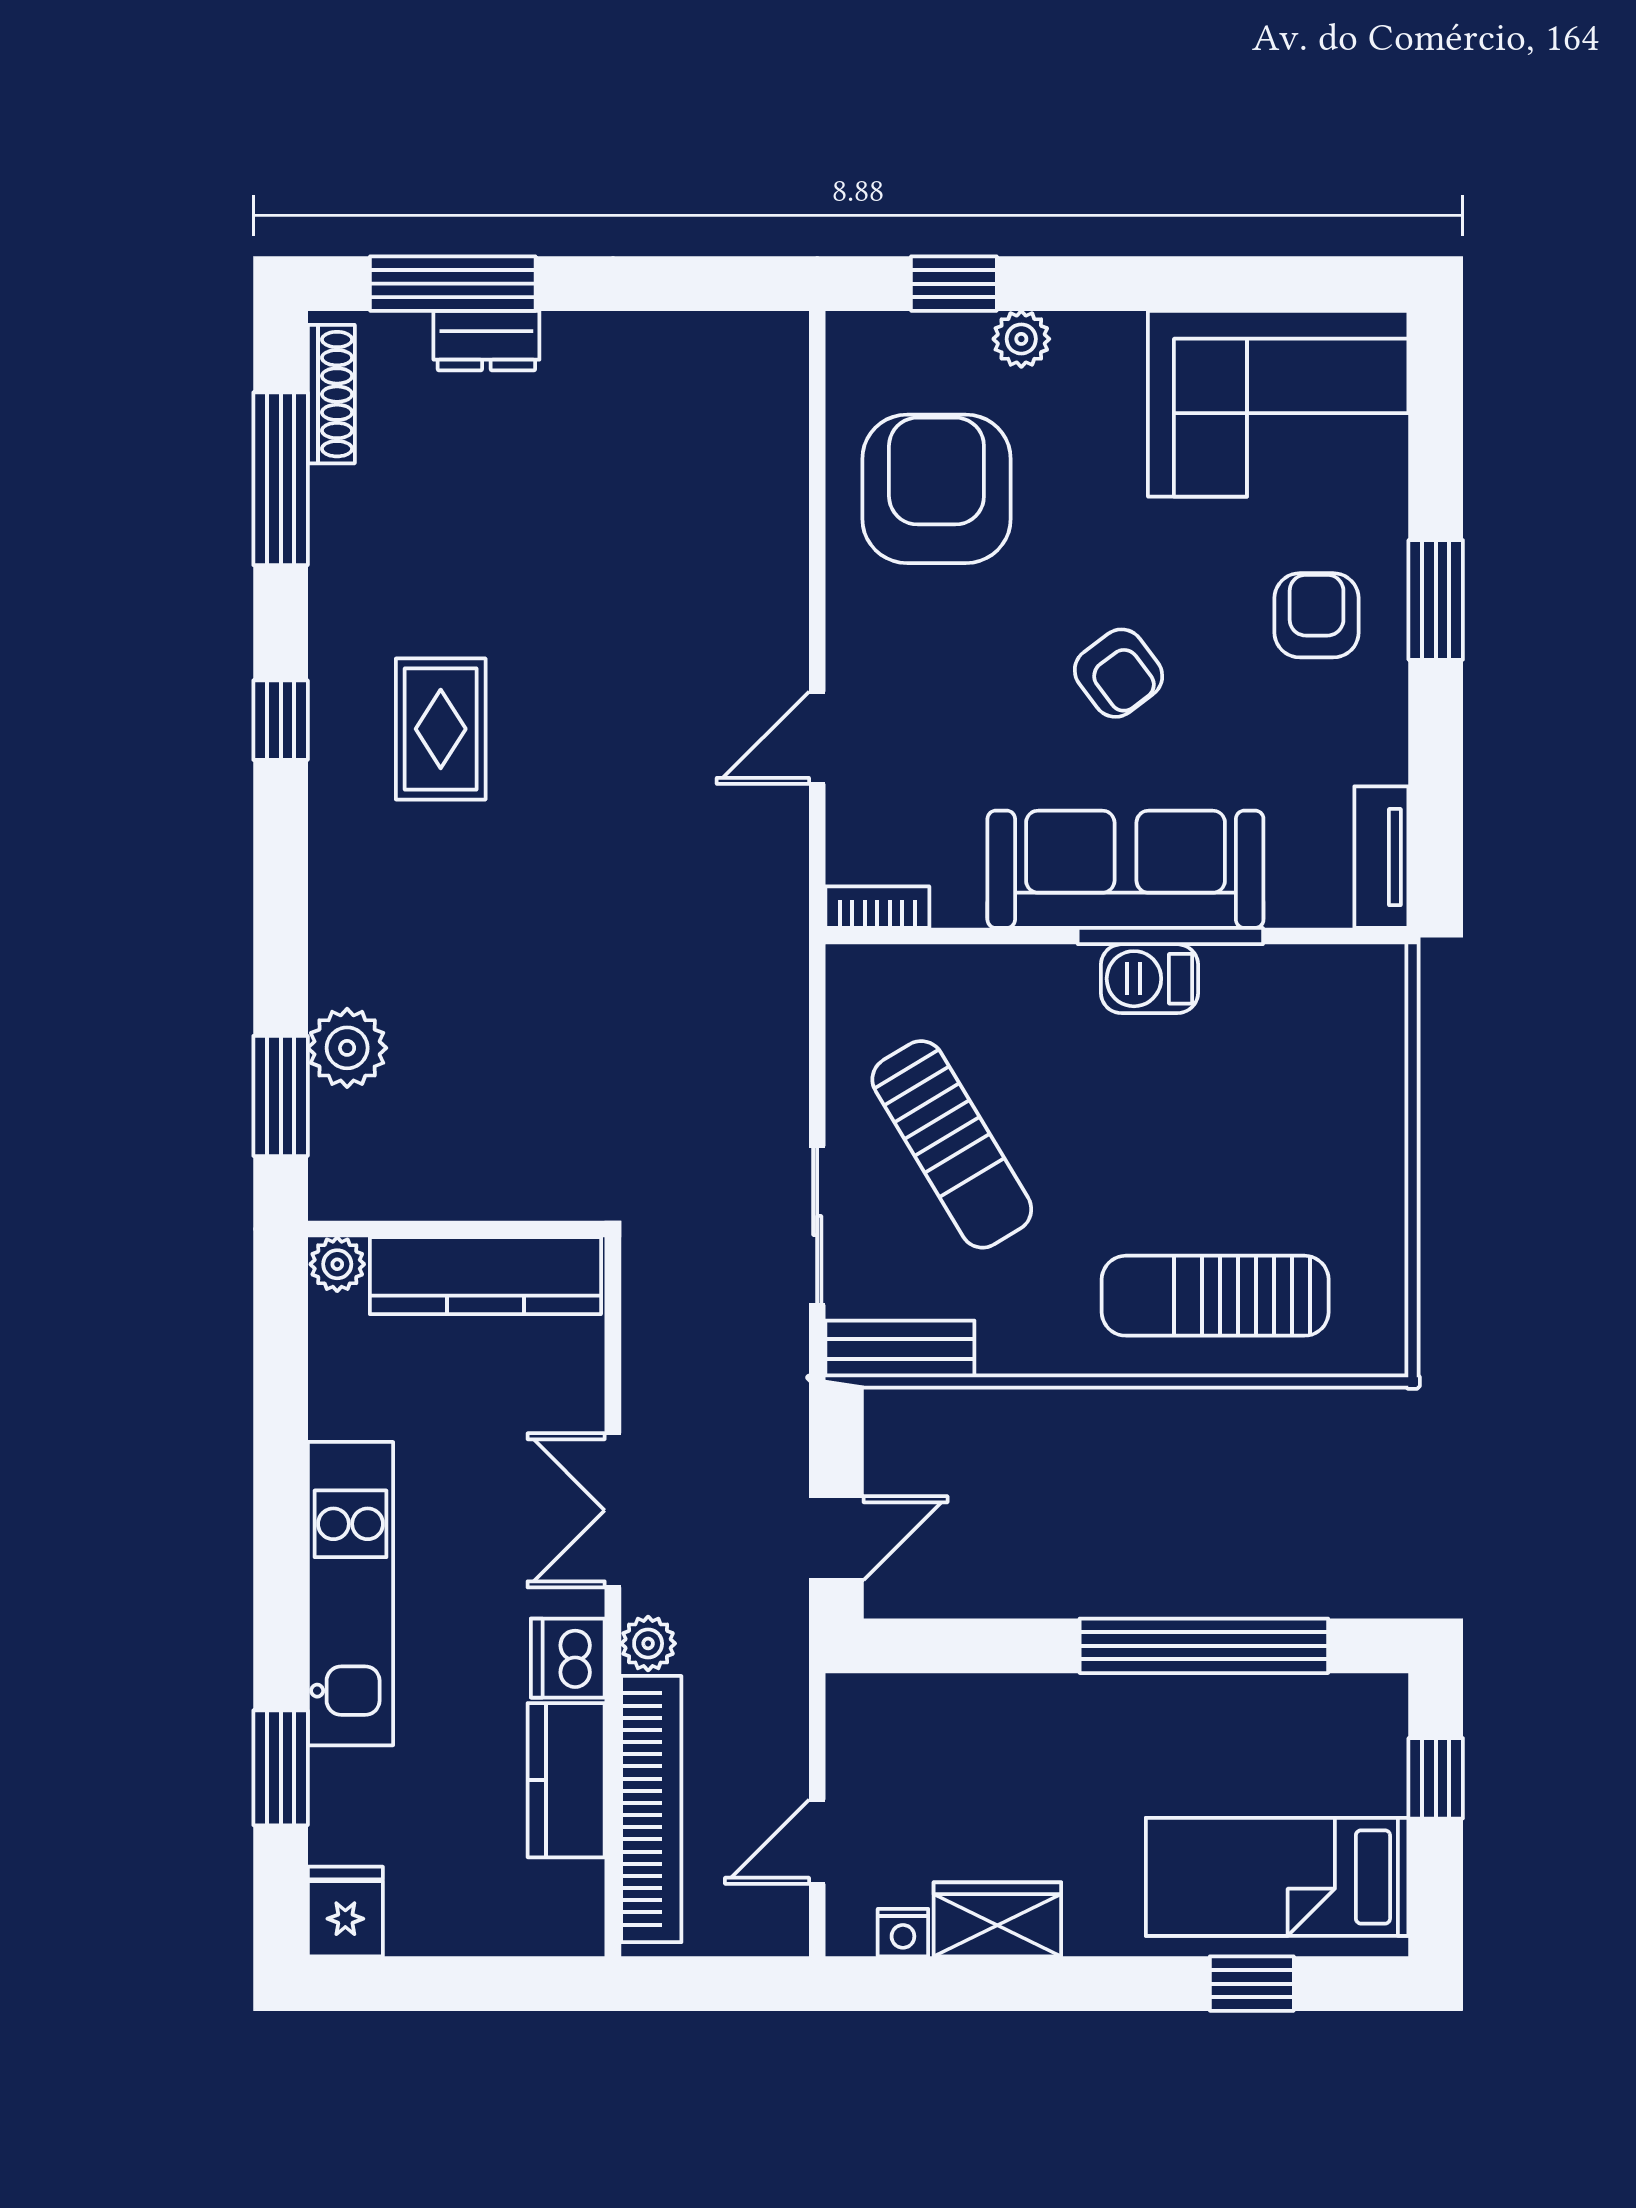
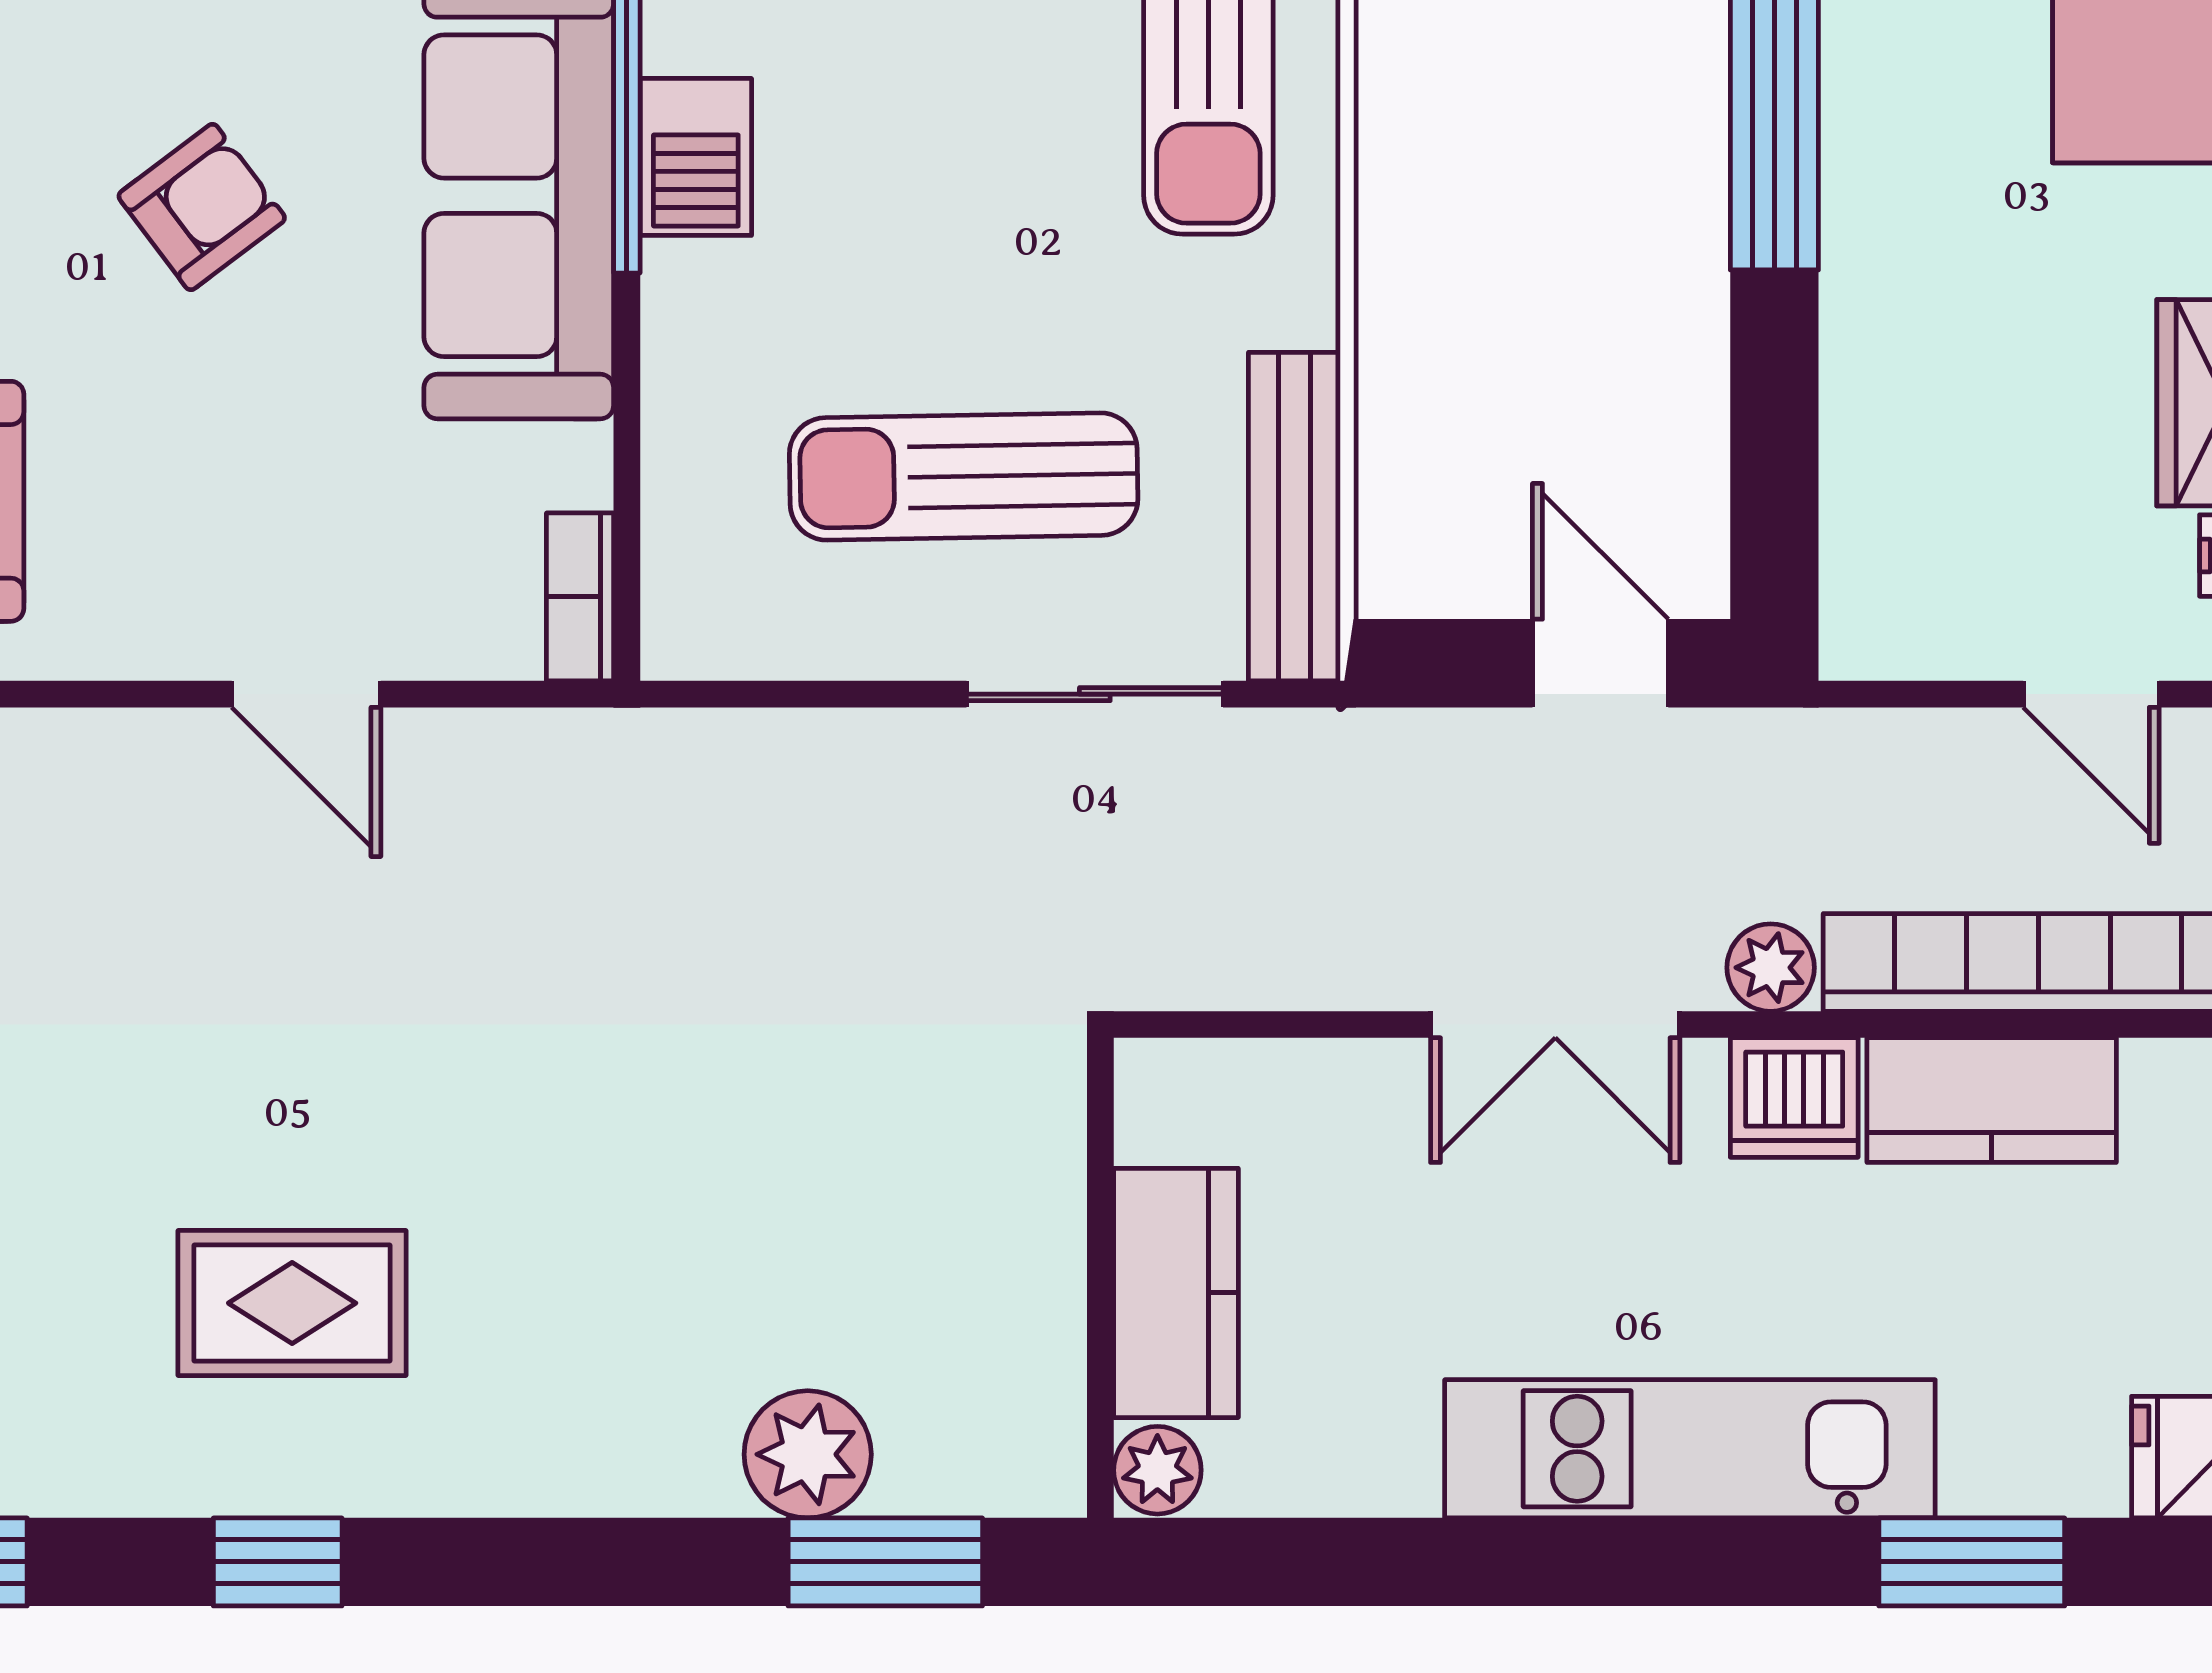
sun lounger: (952, 1144) -> (964, 476), turned -150
kitchen counter: (485, 1276) -> (1176, 1293), width x0.67
bench: (900, 1349) -> (1294, 517), width x1.36

